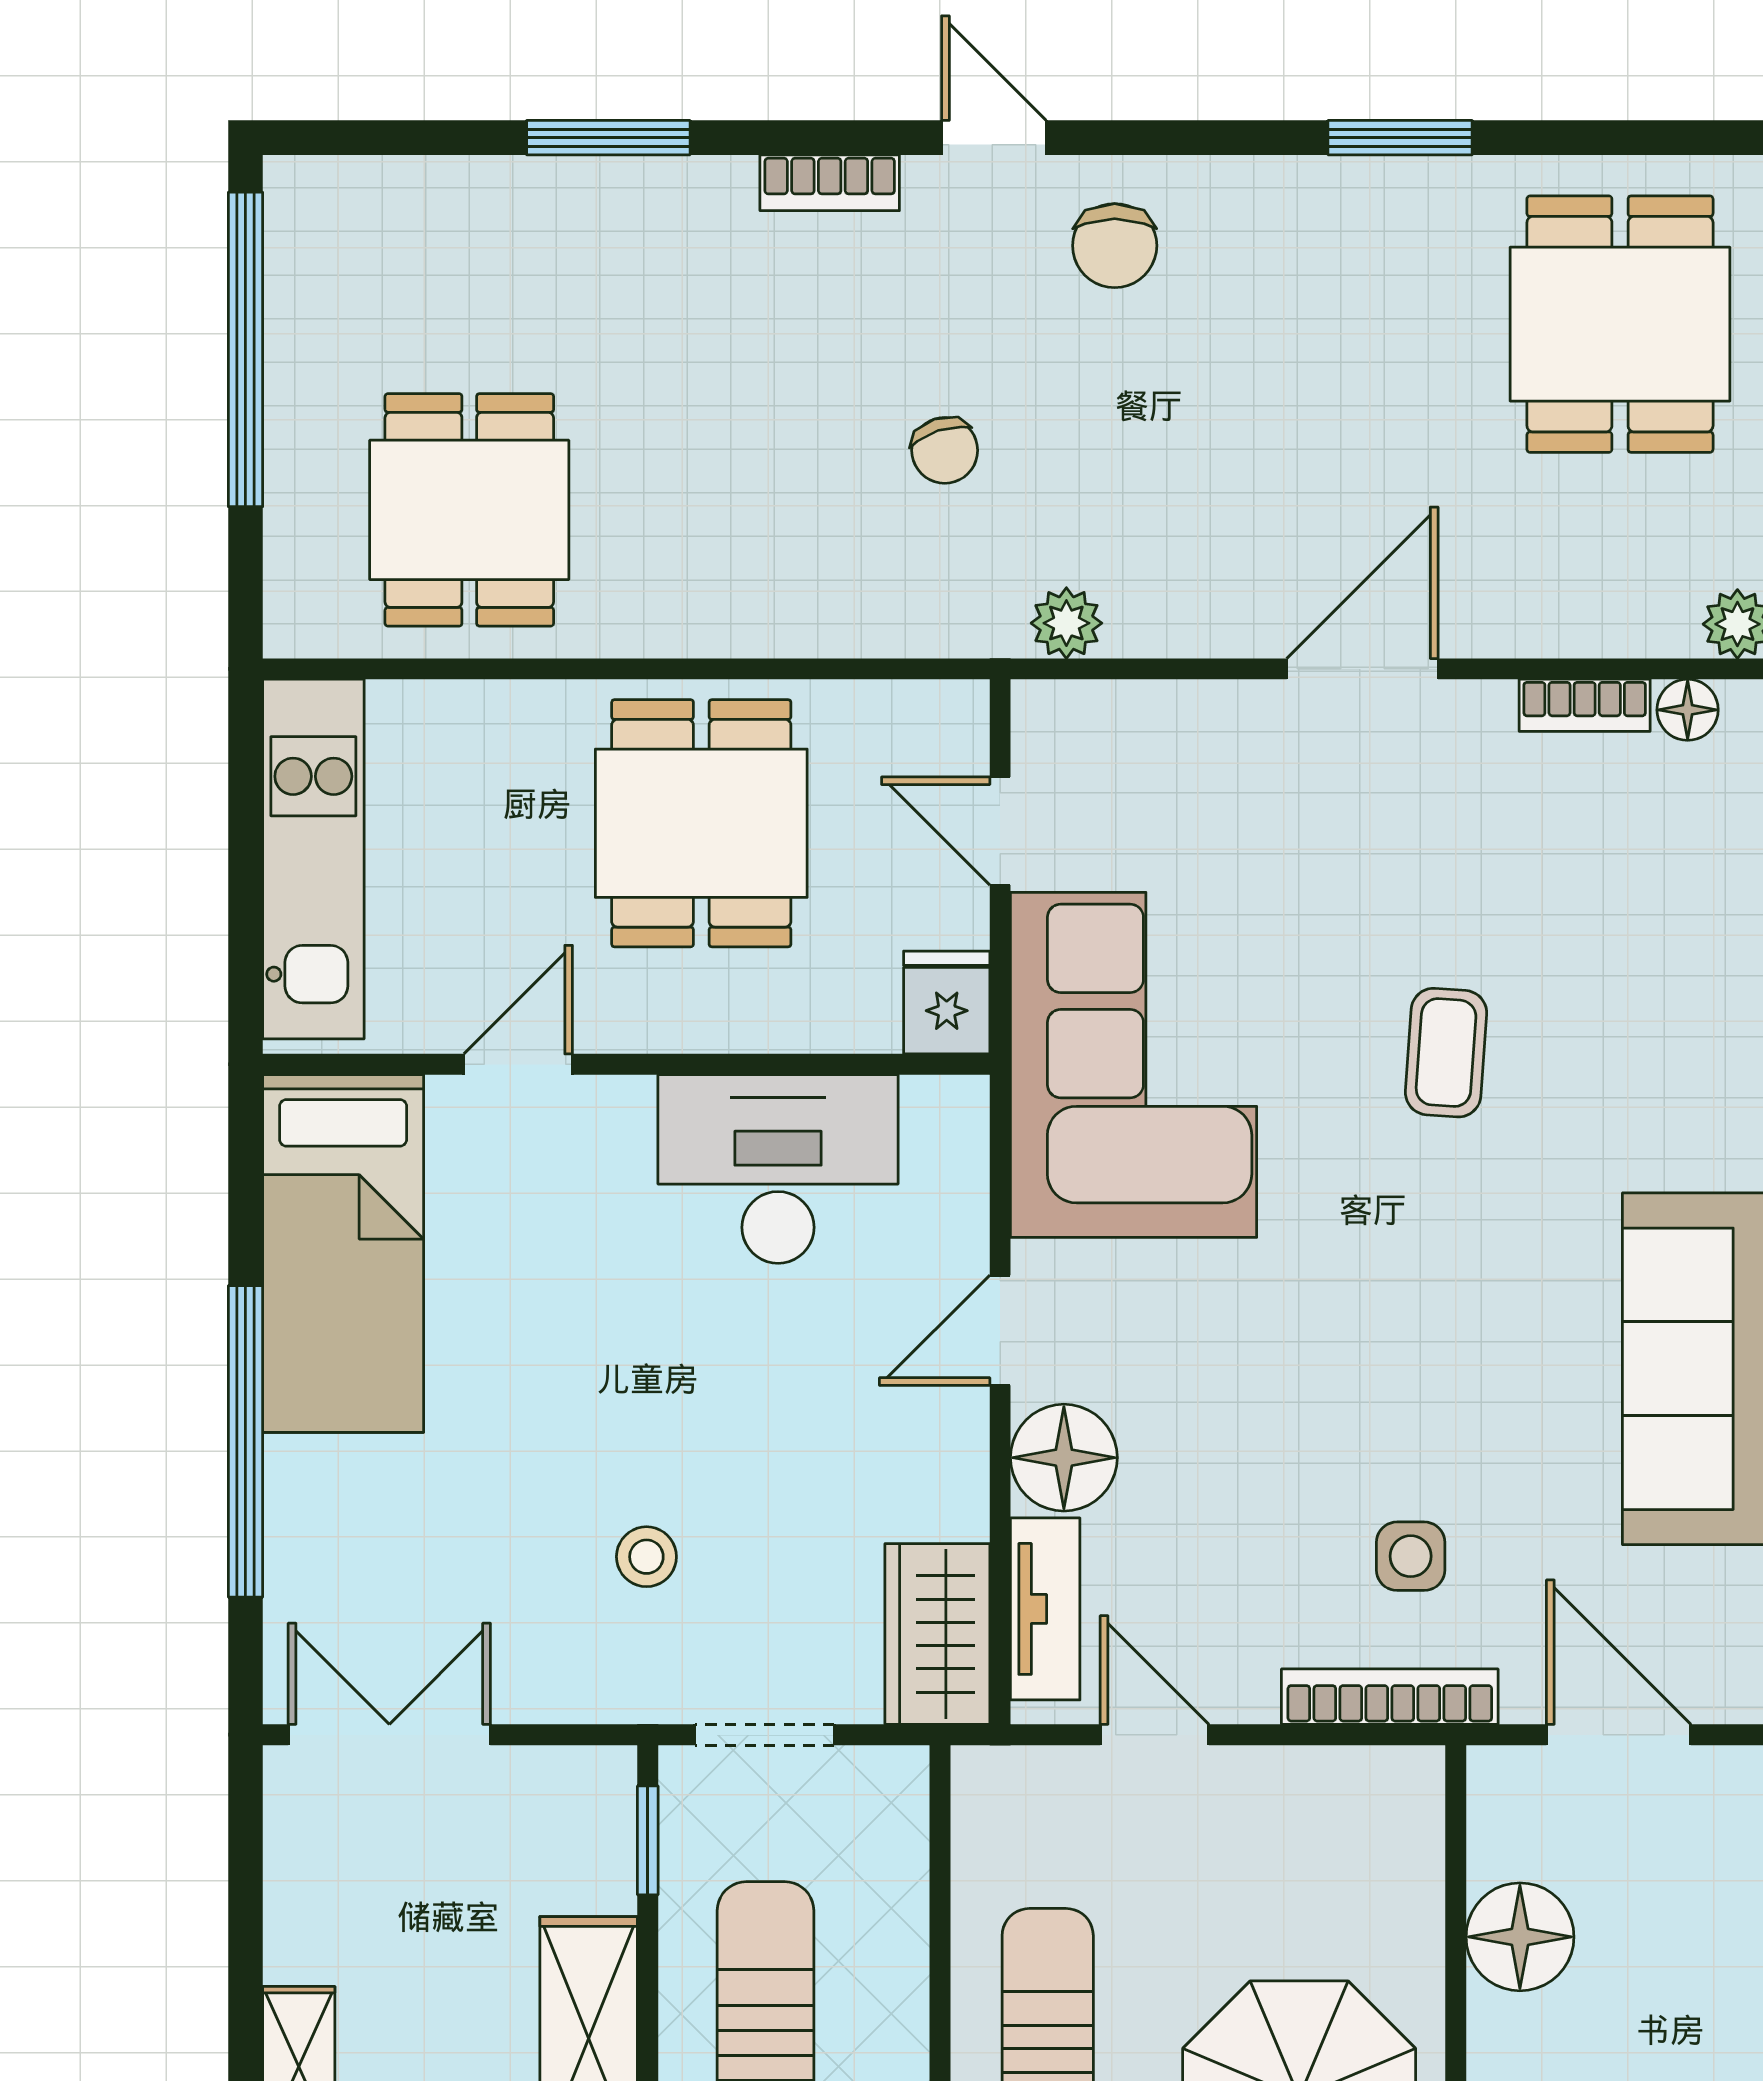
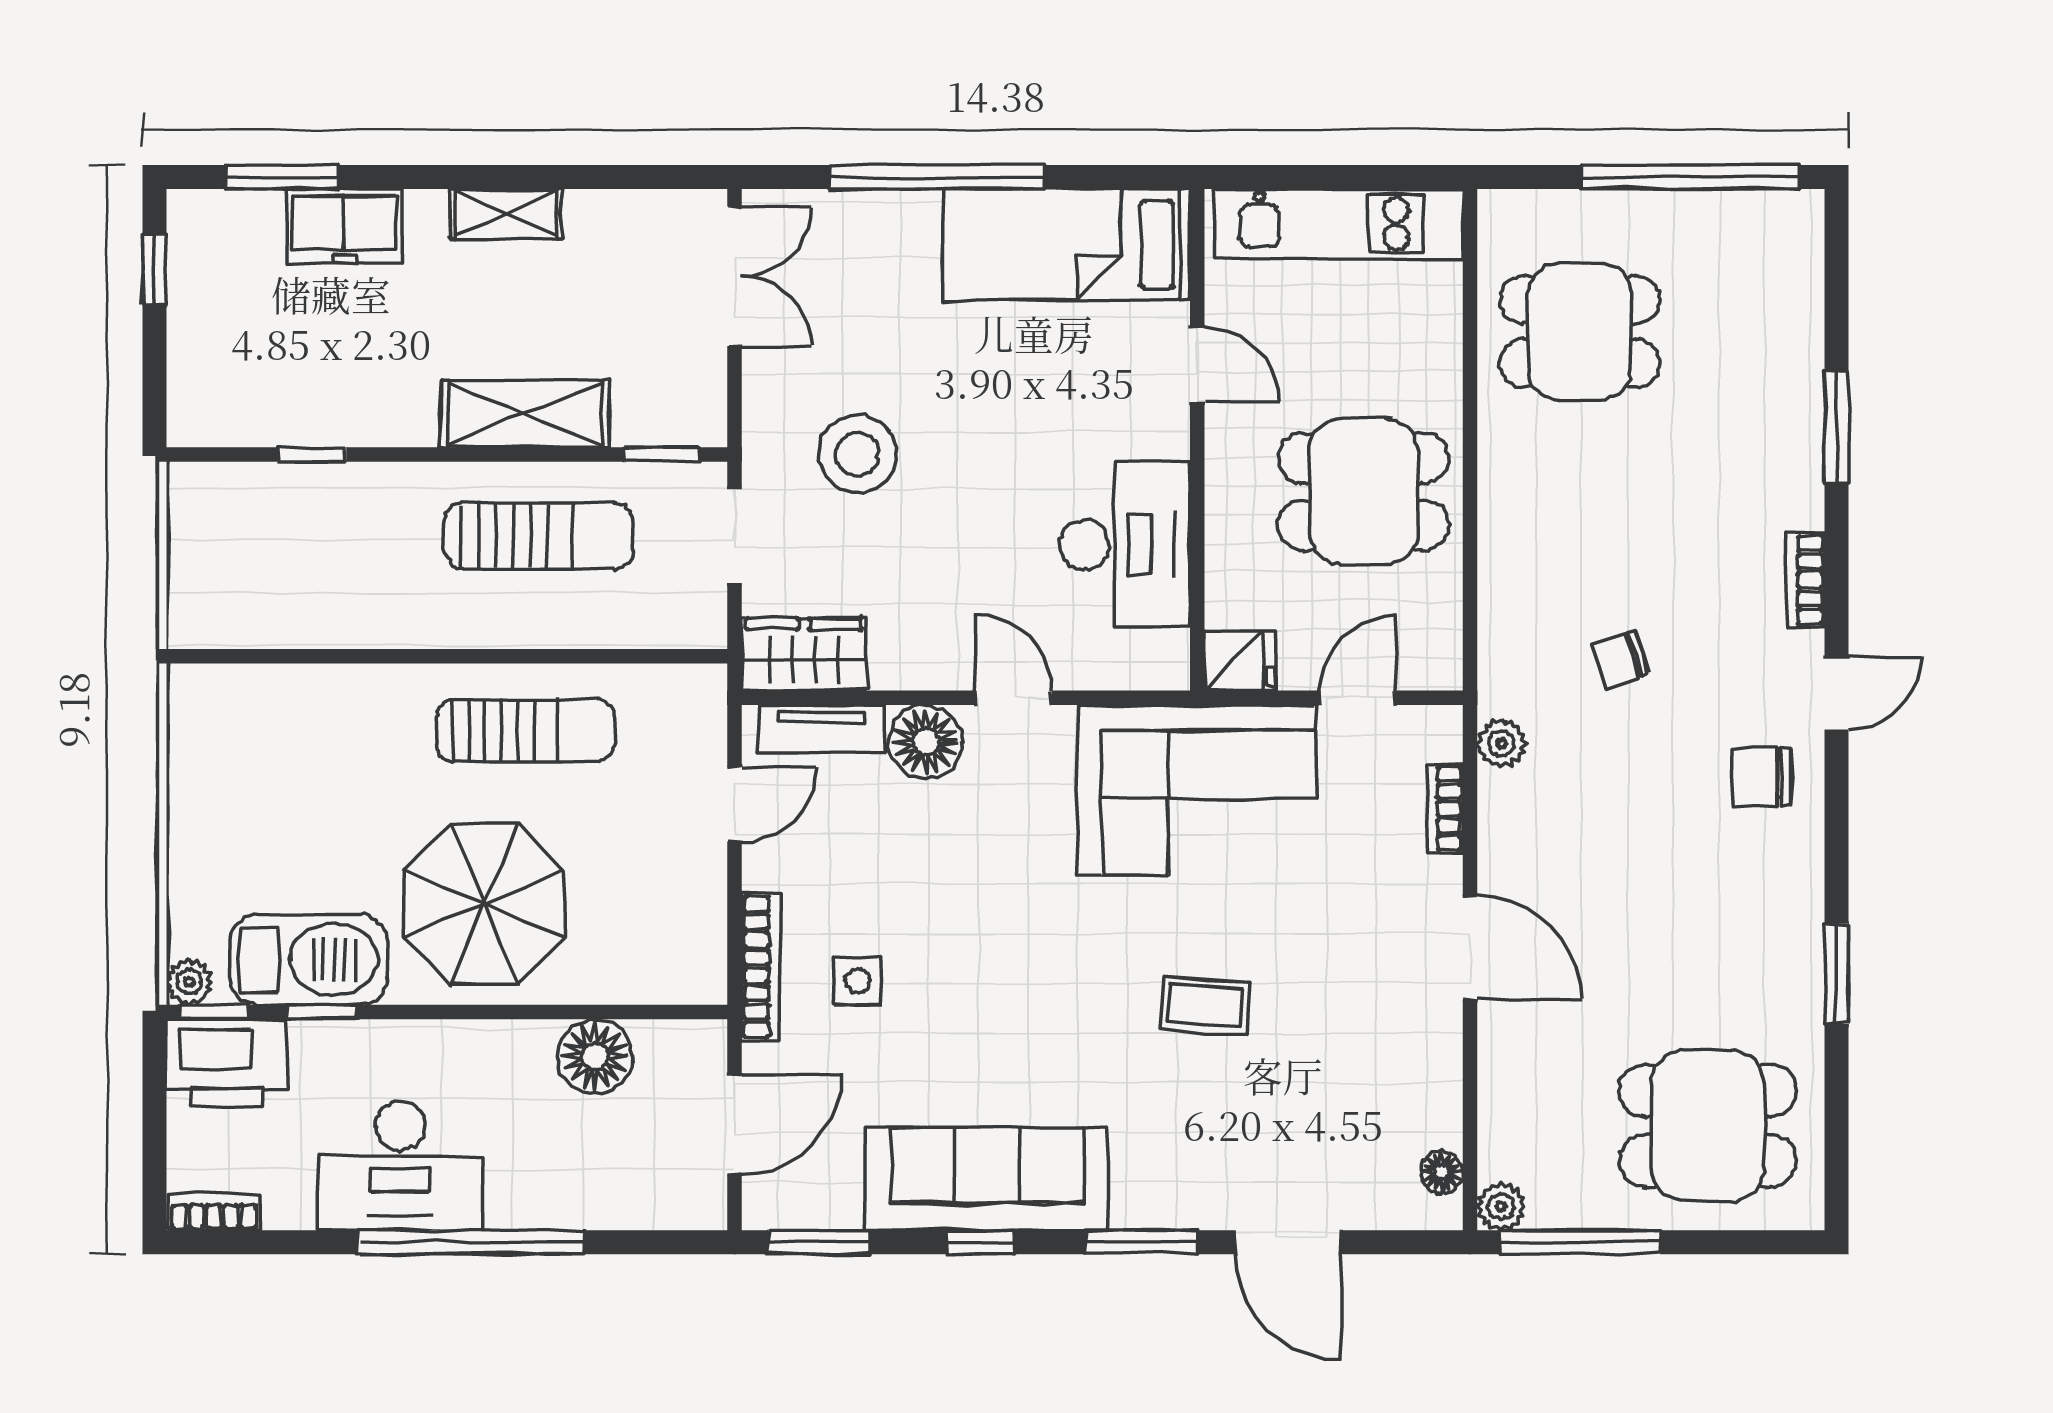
bookcase: (1585, 705) -> (1445, 809), moved
stool: (646, 1557) -> (857, 454), width x1.89, depth x1.89

